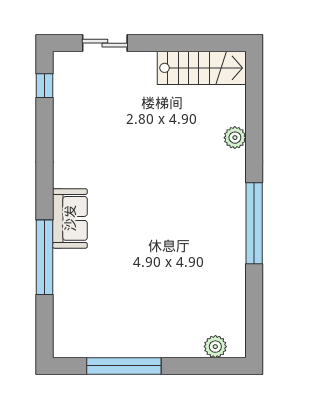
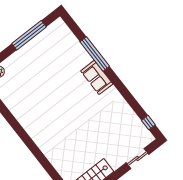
plant: (235, 138) -> (56, 161), removed
window: (254, 223) -> (22, 133), removed

